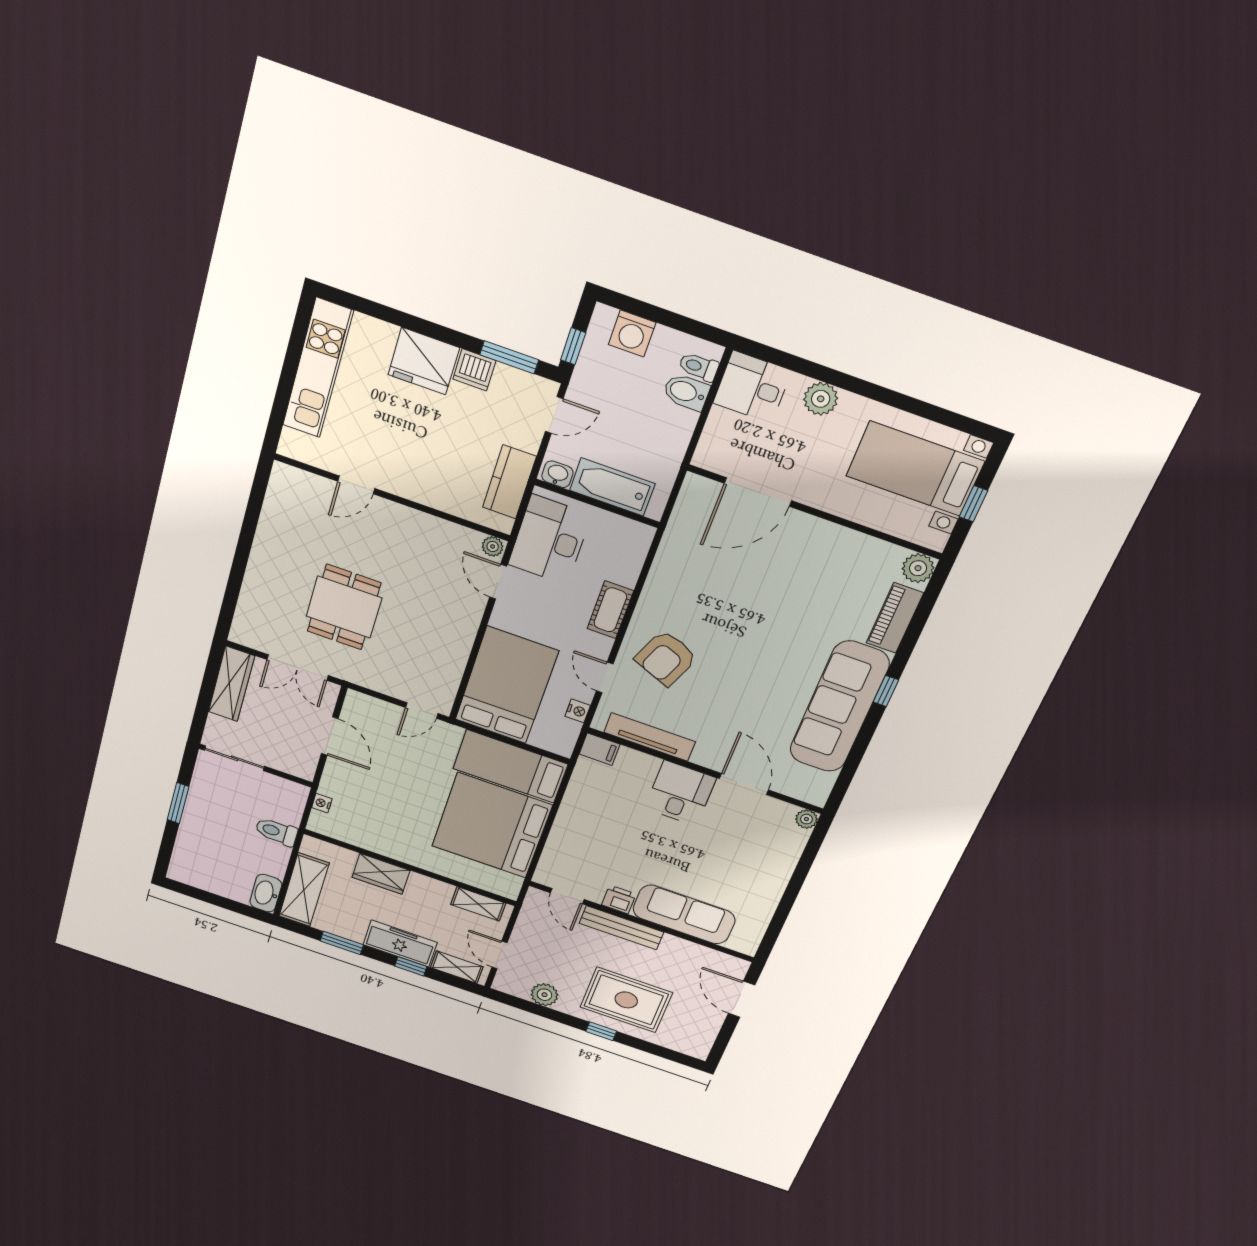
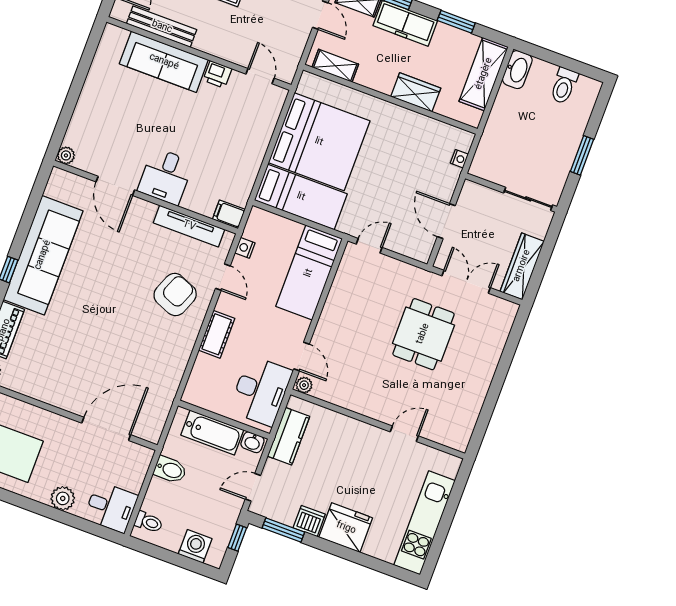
bidet: (686, 392) -> (170, 470), moved
bed: (507, 685) -> (309, 273), width x0.67
toilet: (276, 832) -> (564, 86), moved, turned 90
bench: (621, 928) -> (162, 27), moved

